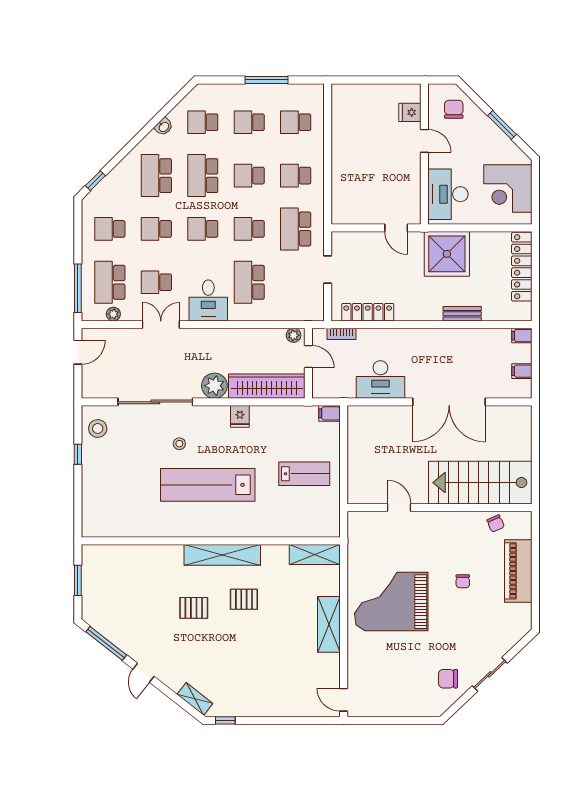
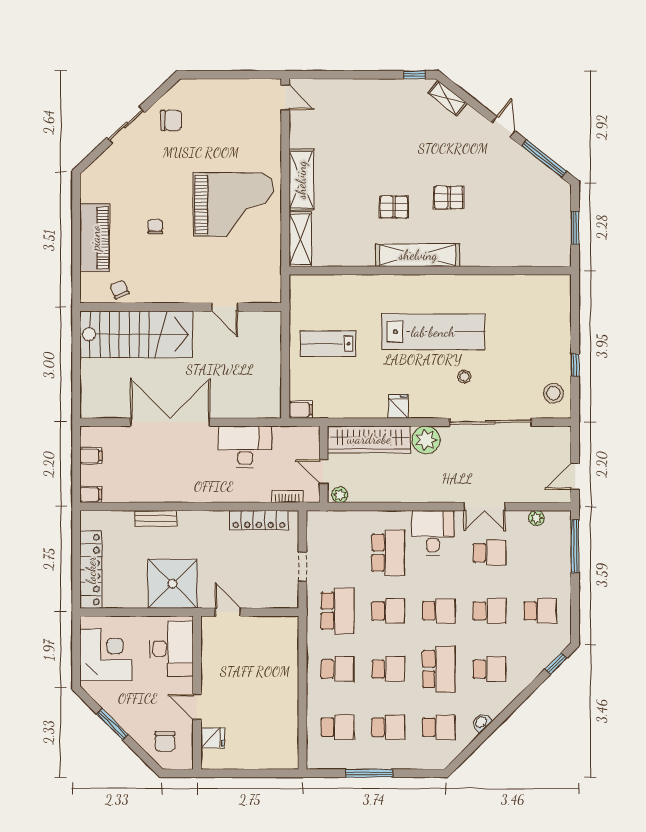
school desk: (156, 176) -> (489, 669), width x0.54
school desk: (110, 282) -> (540, 553), removed
shelving: (315, 555) -> (300, 239), moved, turned 90

